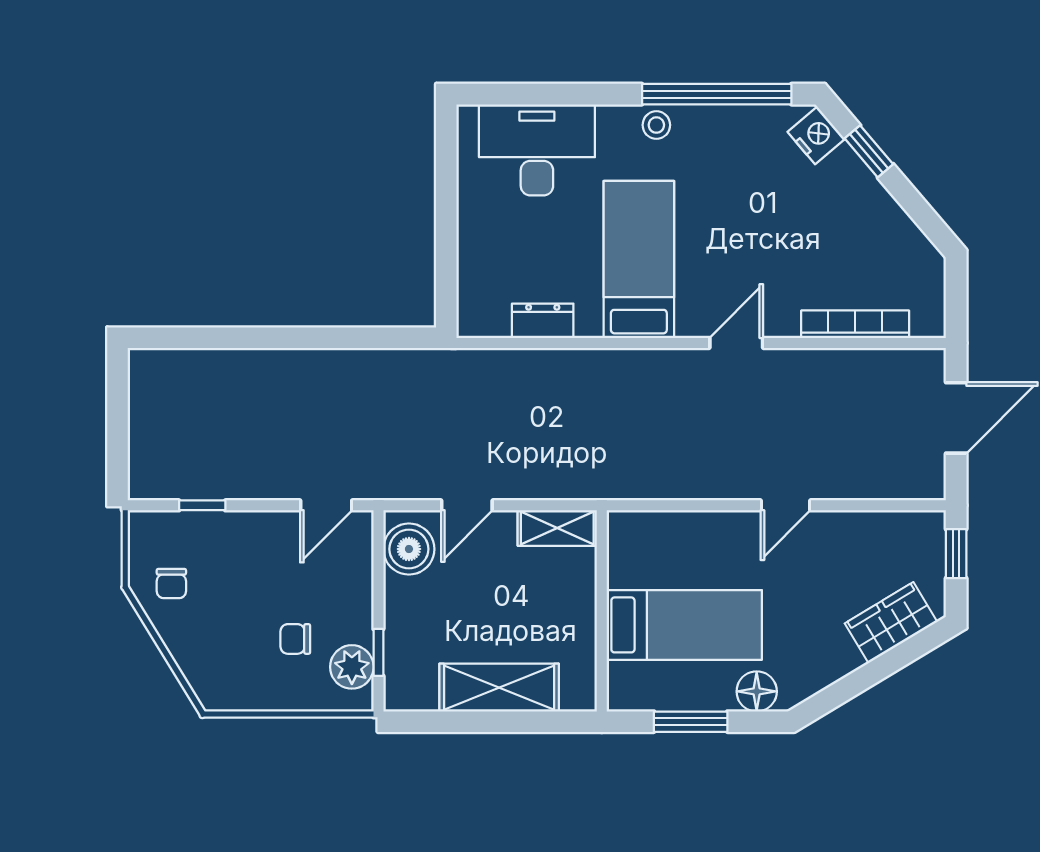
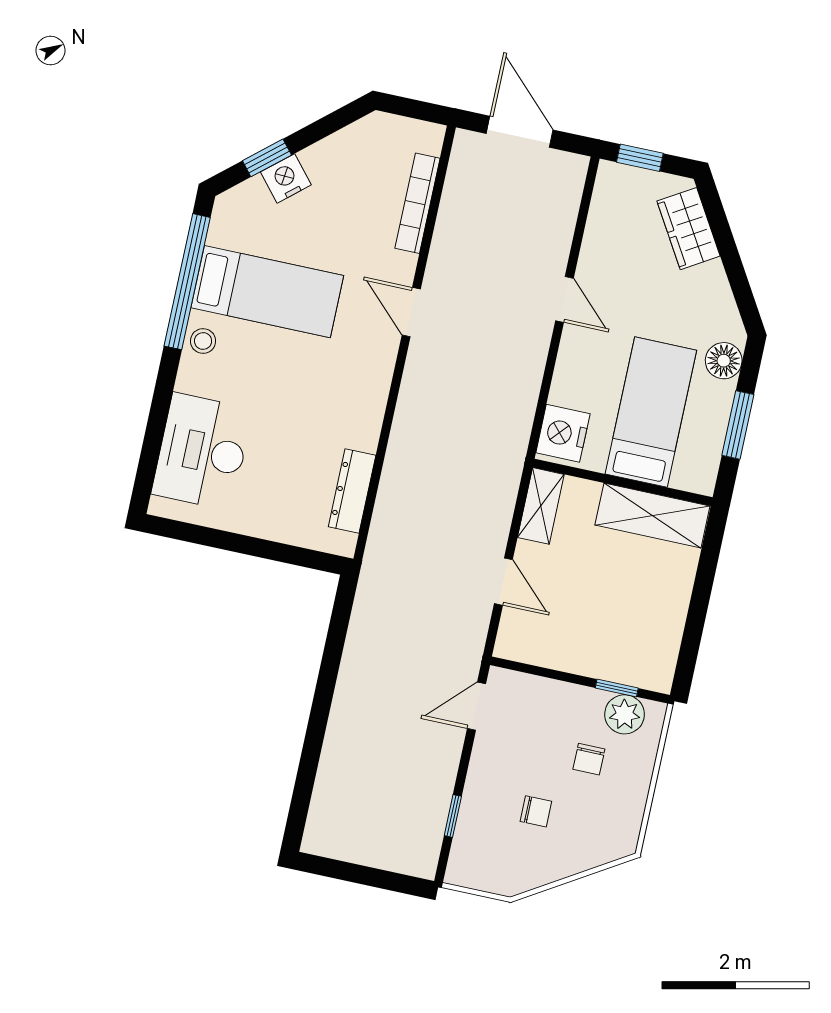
nightstand: (816, 135) -> (286, 178), moved
bed: (639, 260) -> (267, 292), moved, turned 180
dresser: (543, 321) -> (352, 491), width x1.44
door: (326, 505) -> (477, 706), swing flipped
nightstand: (641, 535) -> (563, 433), added
boiler: (409, 549) -> (531, 641), removed
chair: (171, 584) -> (536, 811), moved
shelving: (499, 688) -> (652, 515), moved, turned 90

